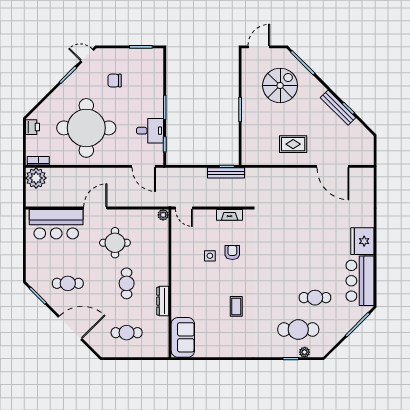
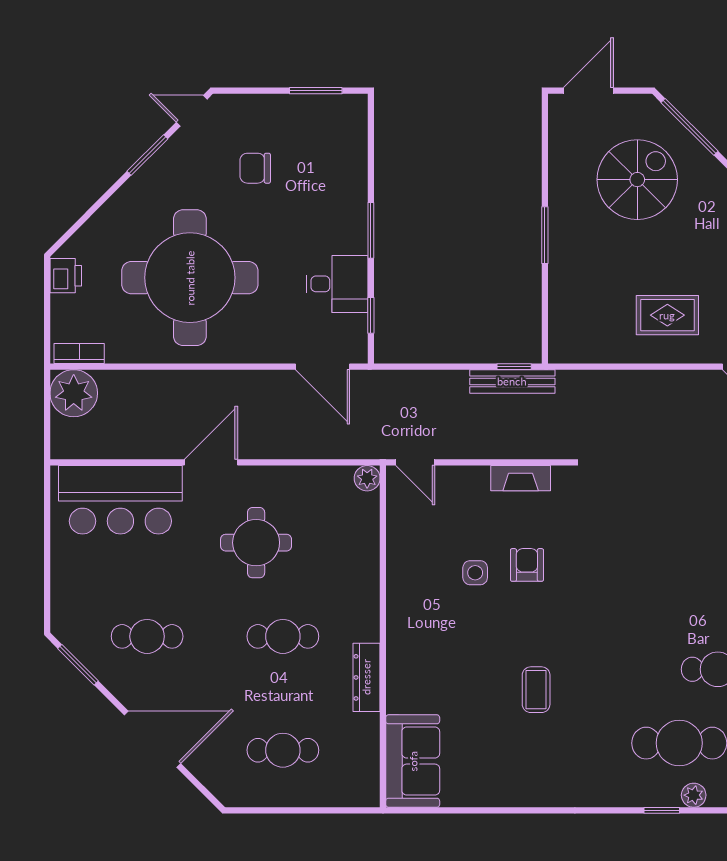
cafe table: (127, 283) -> (283, 636), turned 90

